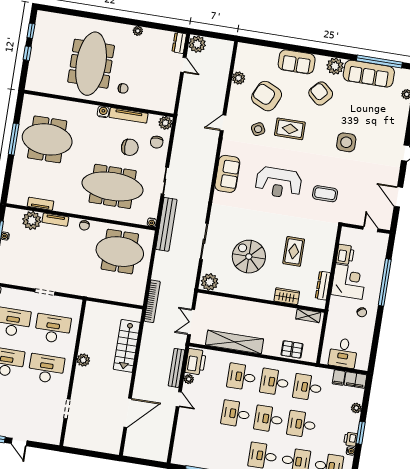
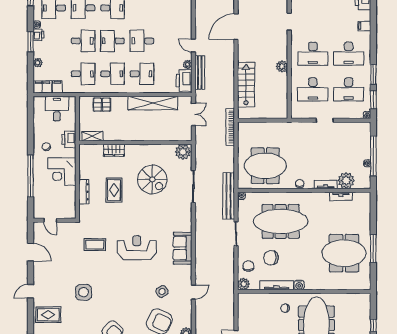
rug: (290, 129) -> (48, 315), moved
printer: (345, 254) -> (69, 139), moved
dresser: (323, 286) -> (84, 192), moved
desk: (236, 414) -> (142, 41), turned 180
desk: (269, 419) -> (113, 41), turned 180

